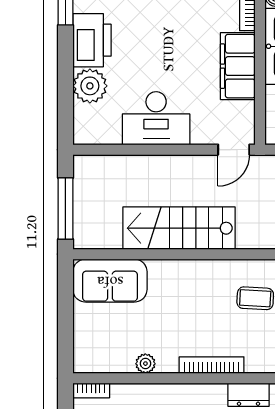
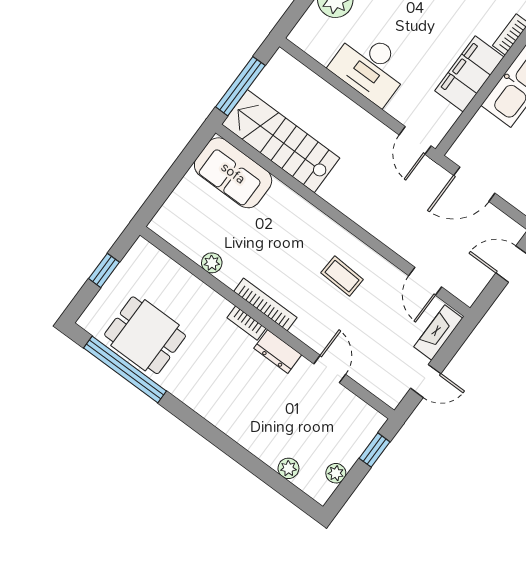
door: (234, 150) -> (415, 140), hinge flipped
stairs: (179, 228) -> (281, 141), moved
bookcase: (91, 390) -> (247, 323), moved

